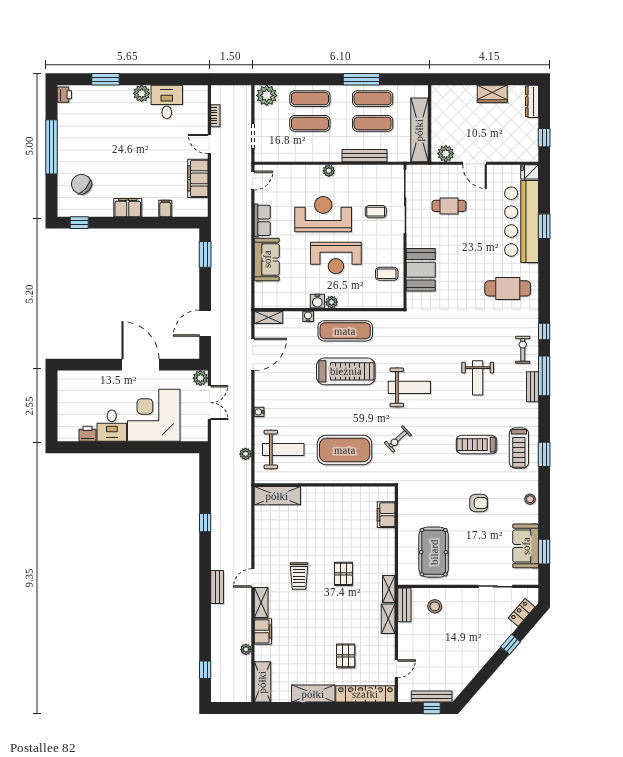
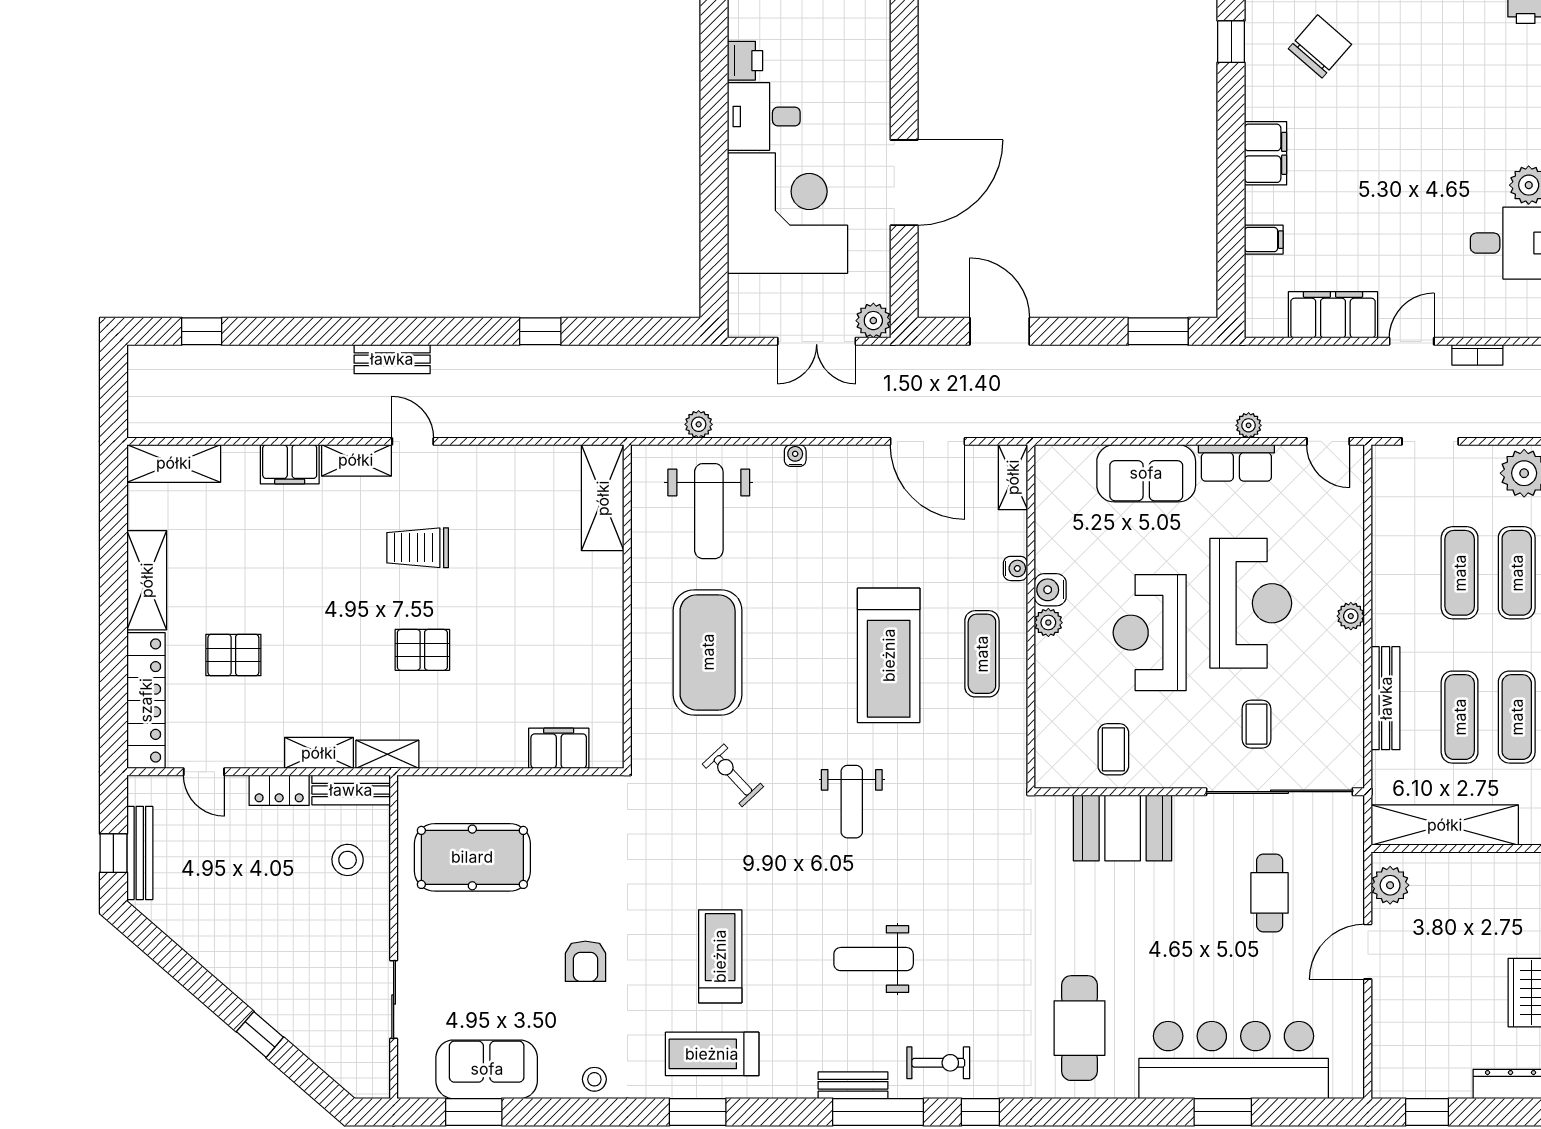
fridge: (530, 172) -> (1348, 1079), removed
exercise mat: (345, 331) -> (982, 654), width x0.73, depth x0.69
weight bench: (409, 387) -> (852, 802), width x0.73, depth x0.75
locker: (522, 613) -> (279, 790), moved, turned 139
plant: (246, 649) -> (1249, 425), moved

